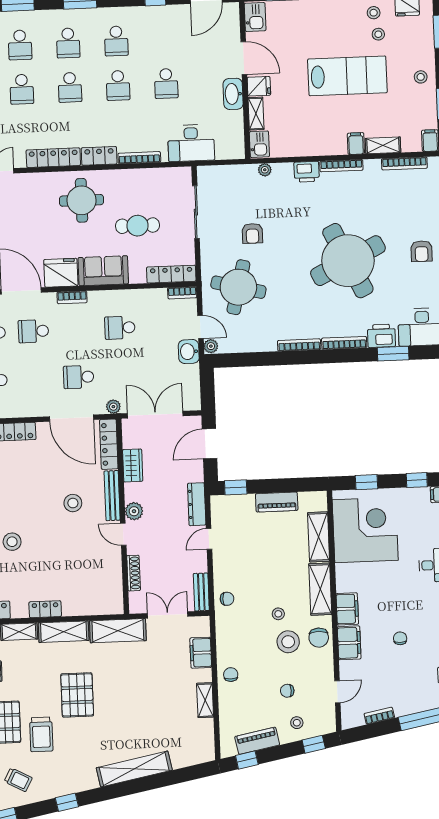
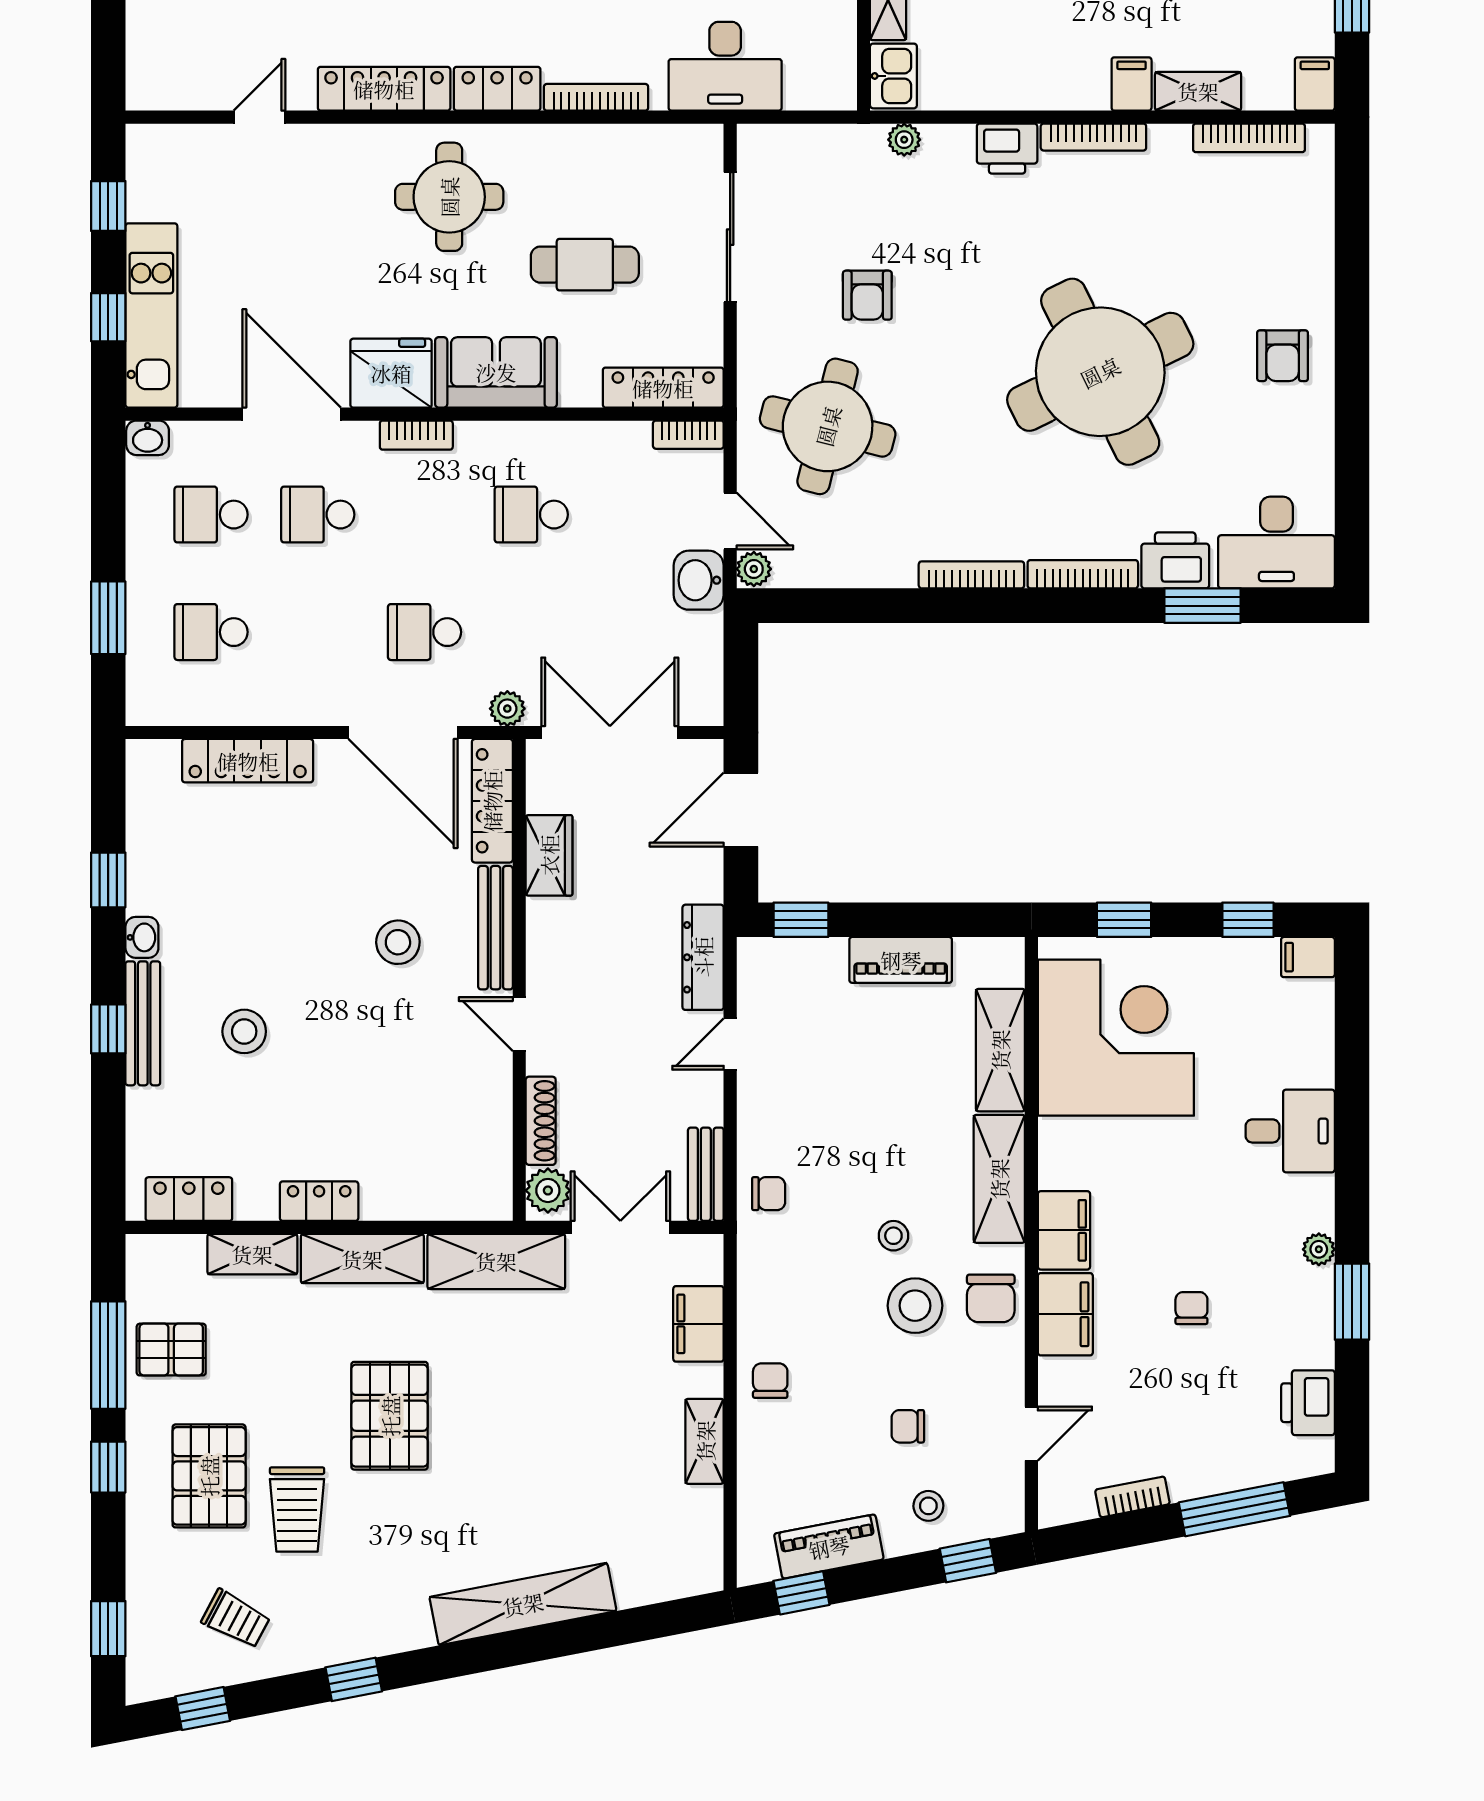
plant: (134, 511) -> (548, 1190), moved

